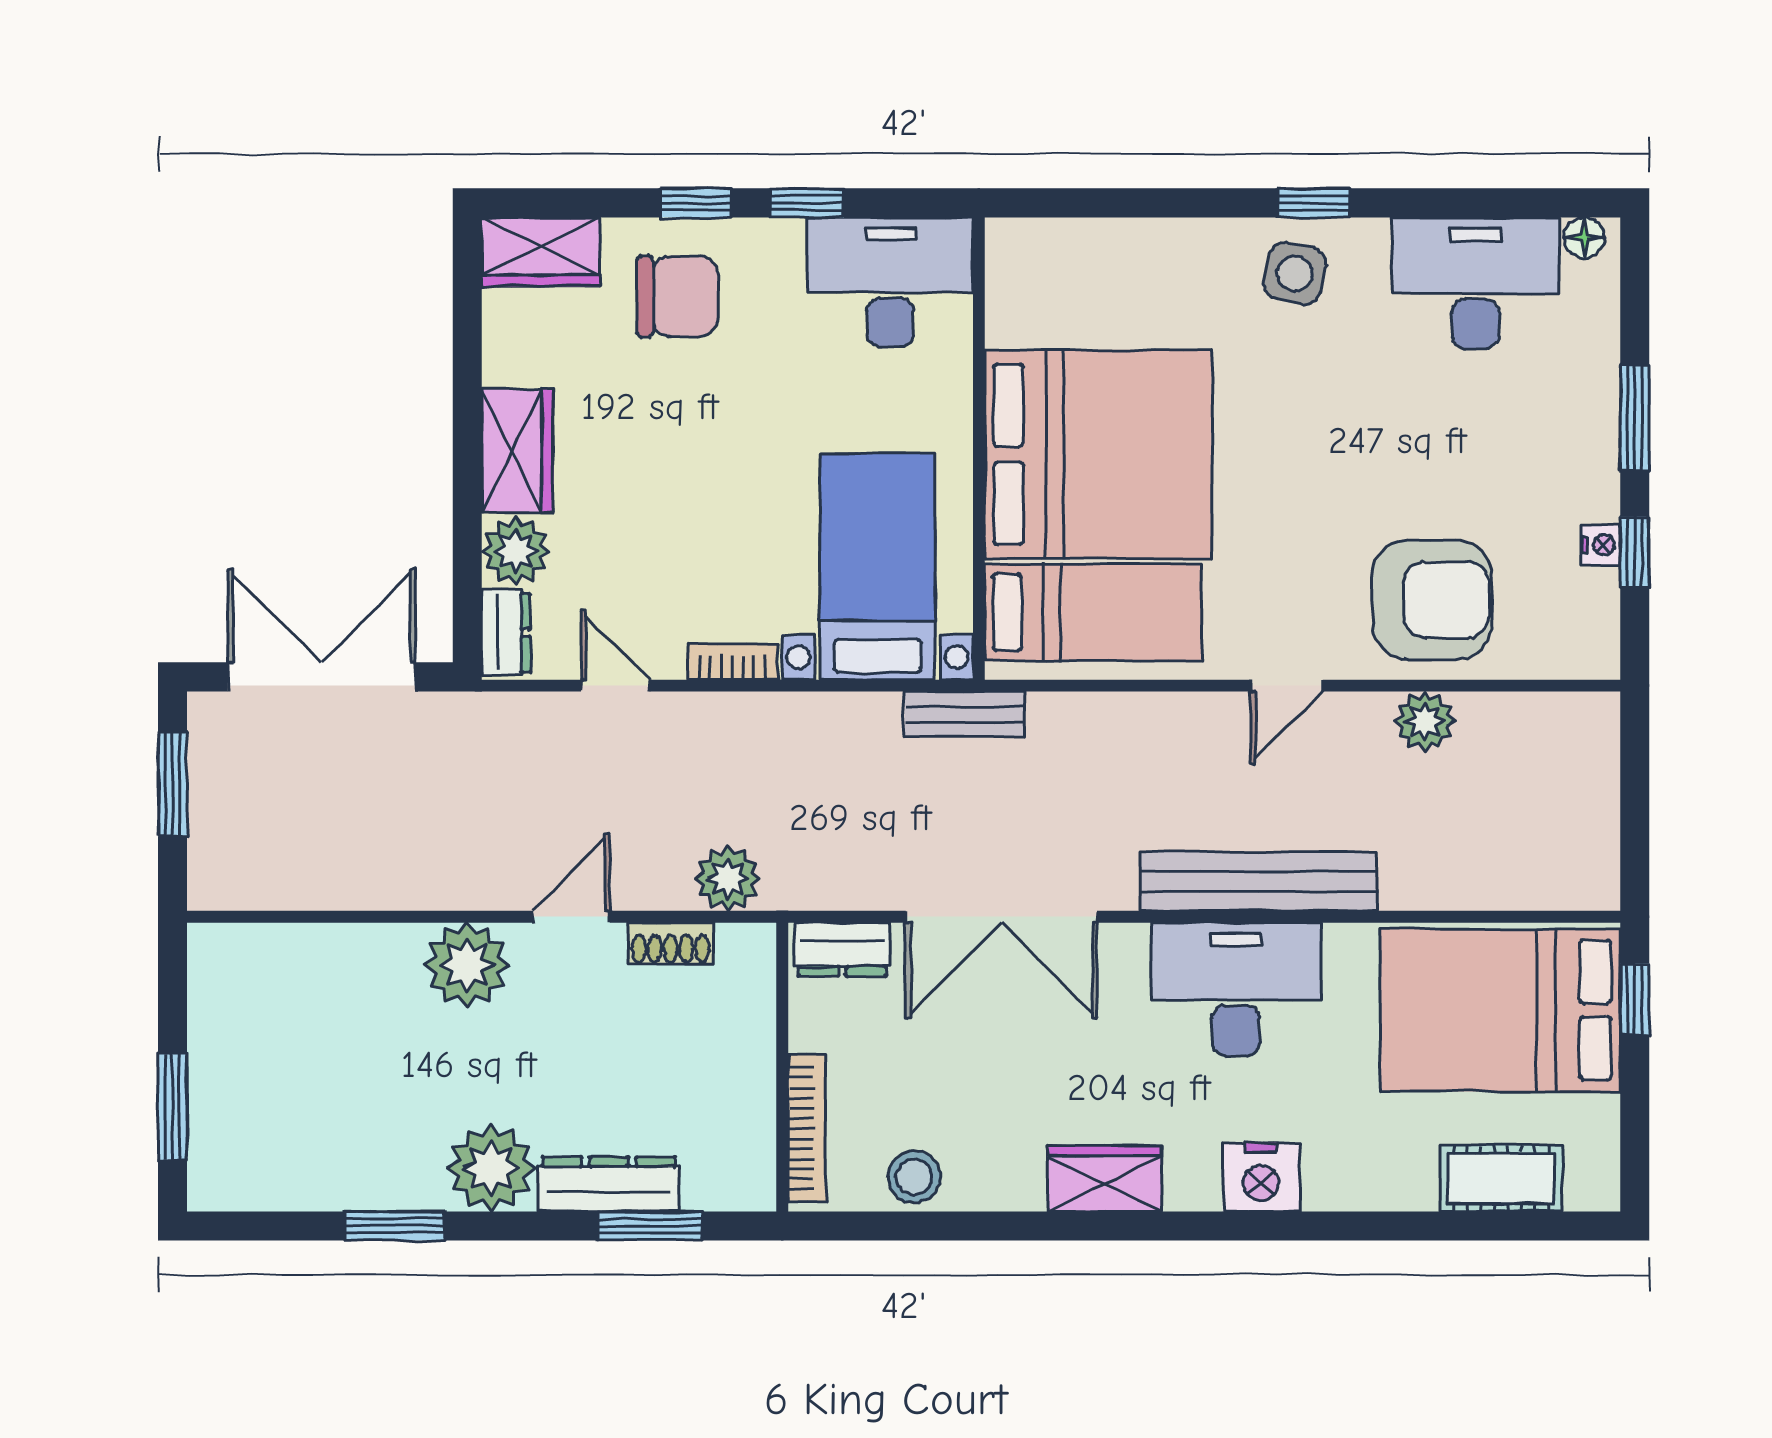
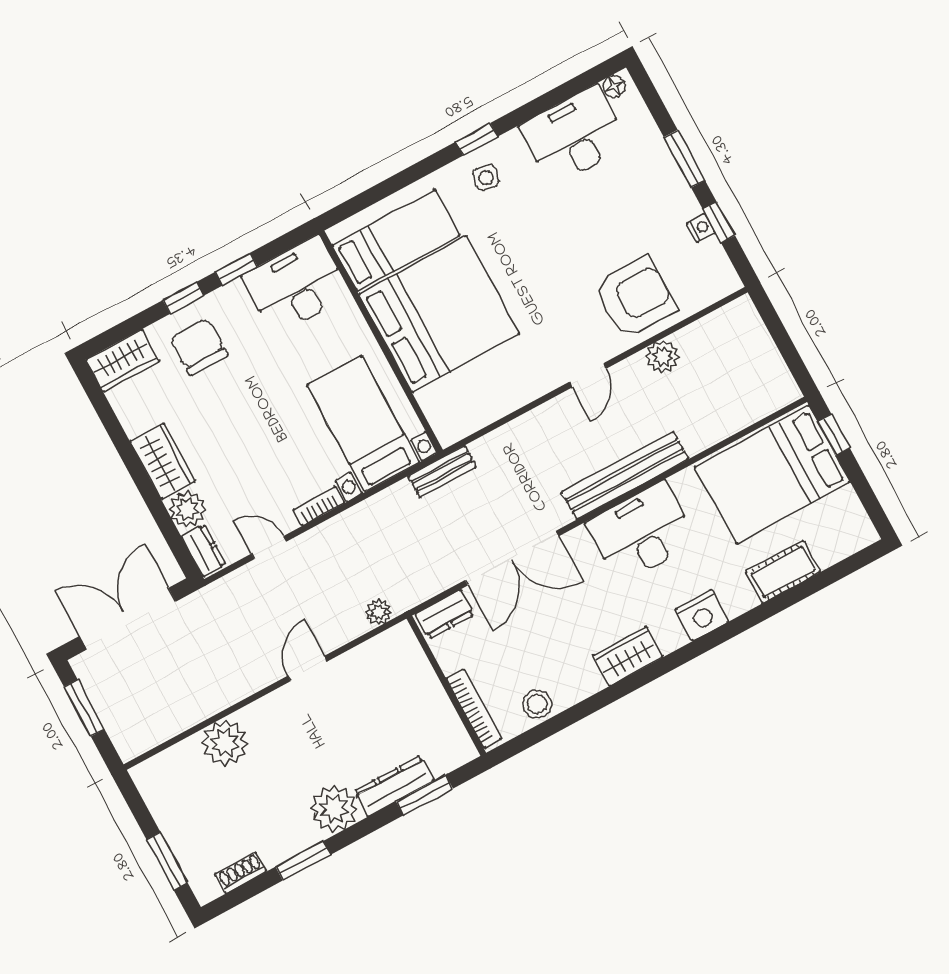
side table: (1295, 274) -> (486, 178), width x0.73, depth x0.73
chair: (678, 296) -> (199, 347), turned -90
bed: (1093, 612) -> (396, 240), moved
plant: (728, 879) -> (379, 612), width x0.73, depth x0.73
shoe rack: (670, 943) -> (241, 873), moved, turned 180
plant: (467, 965) -> (225, 743), moved
cot: (1501, 1178) -> (783, 572), moved

